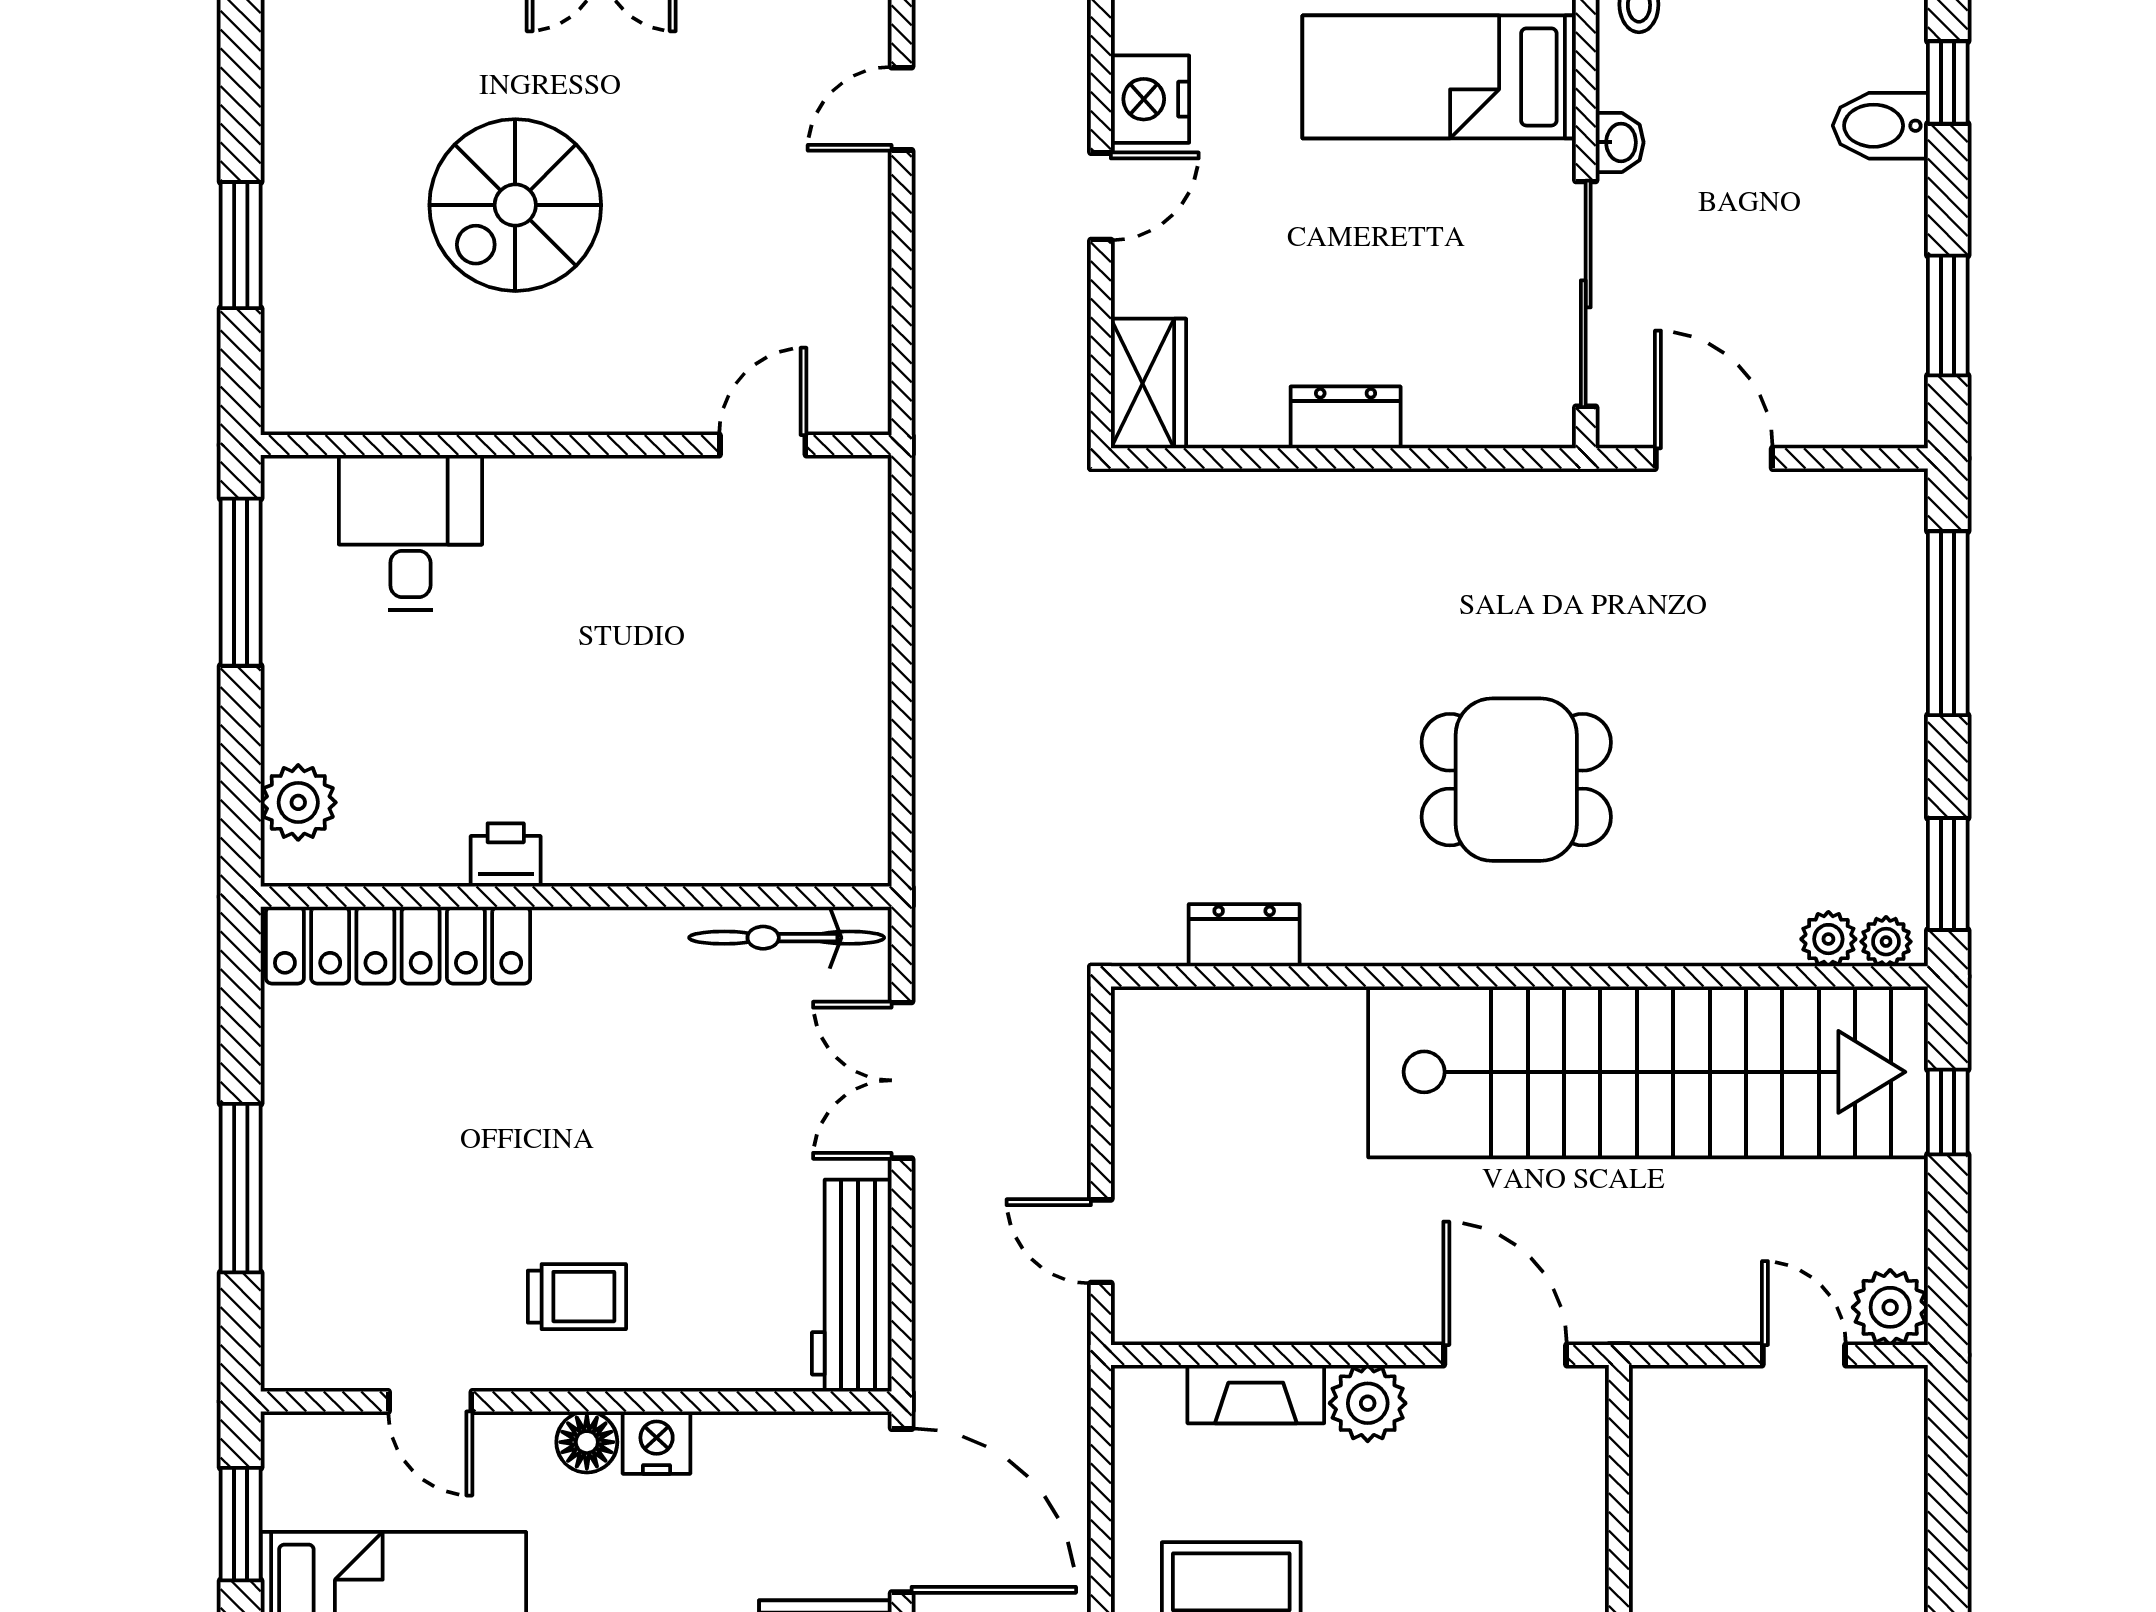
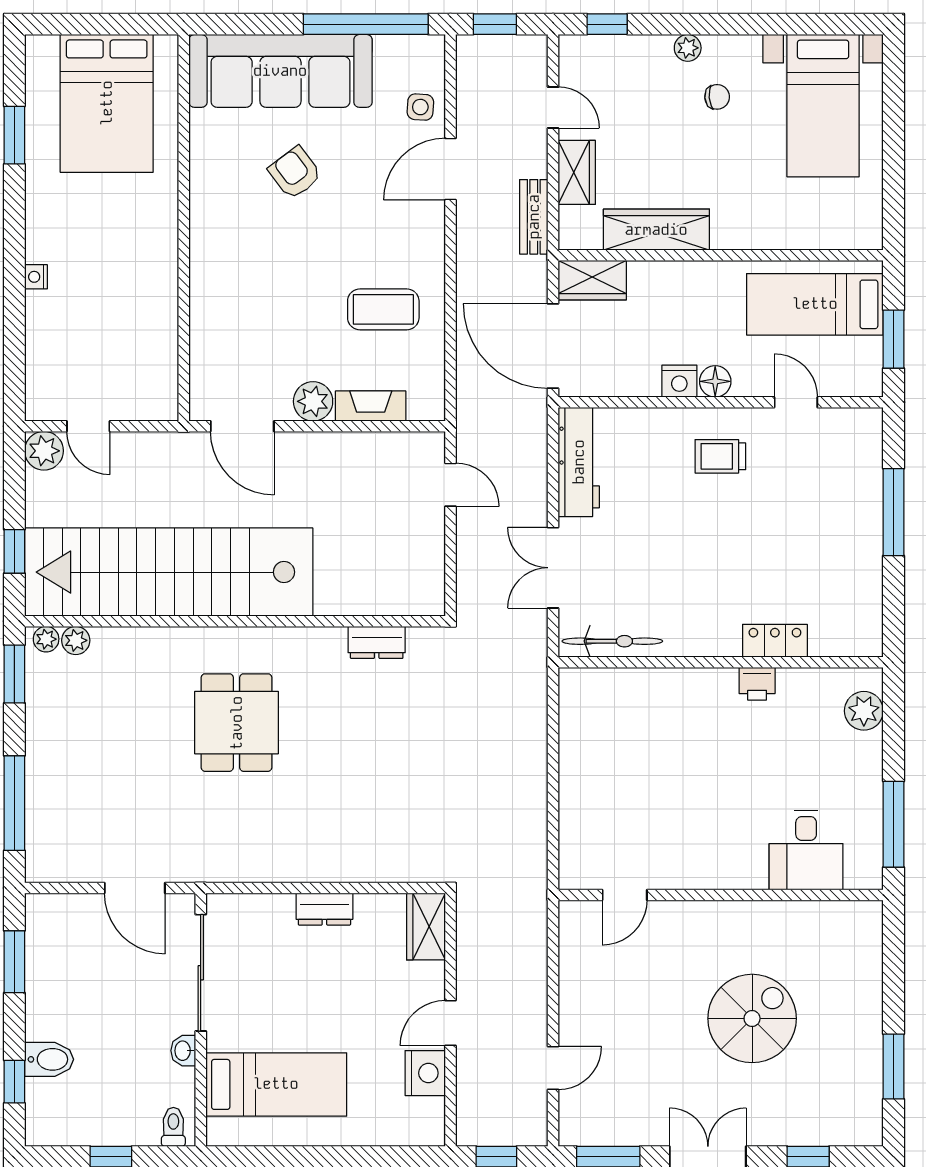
window: (241, 245) -> (894, 1067), moved
dining table: (1516, 780) -> (237, 723), turned 90
locker: (398, 945) -> (775, 641), width x0.46, depth x0.83
double door: (902, 1080) -> (553, 568), swing flipped

